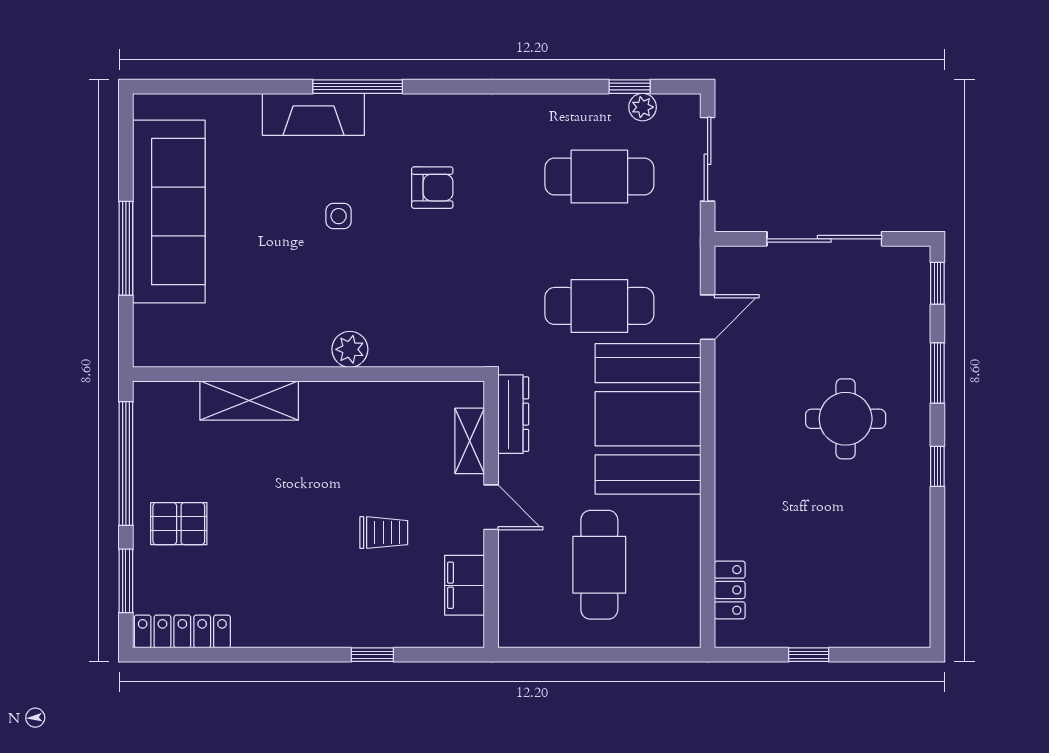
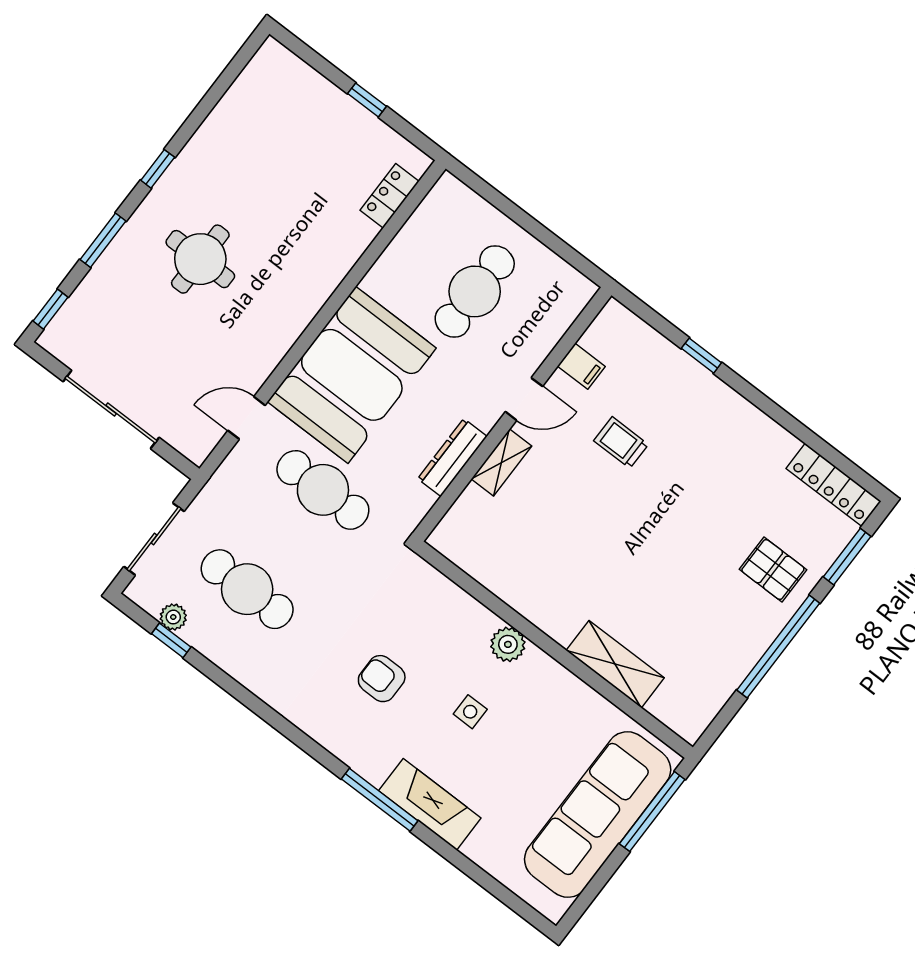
plant: (350, 349) -> (508, 644), moved
wall: (309, 374) -> (554, 650), moved
shelving: (249, 400) -> (615, 664), moved
door: (491, 507) -> (524, 399), swing flipped
filing cabinet: (464, 585) -> (581, 366), width x0.50

